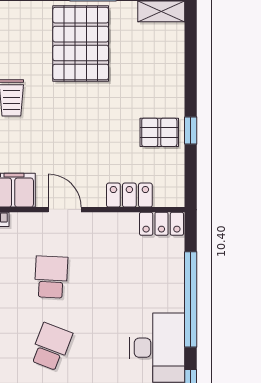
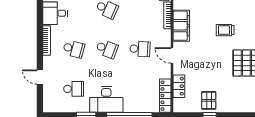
door: (65, 210) -> (172, 55), swing flipped
locker: (161, 224) -> (165, 96), width x1.53

